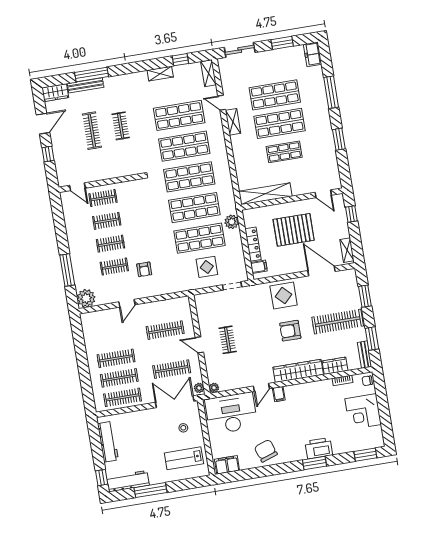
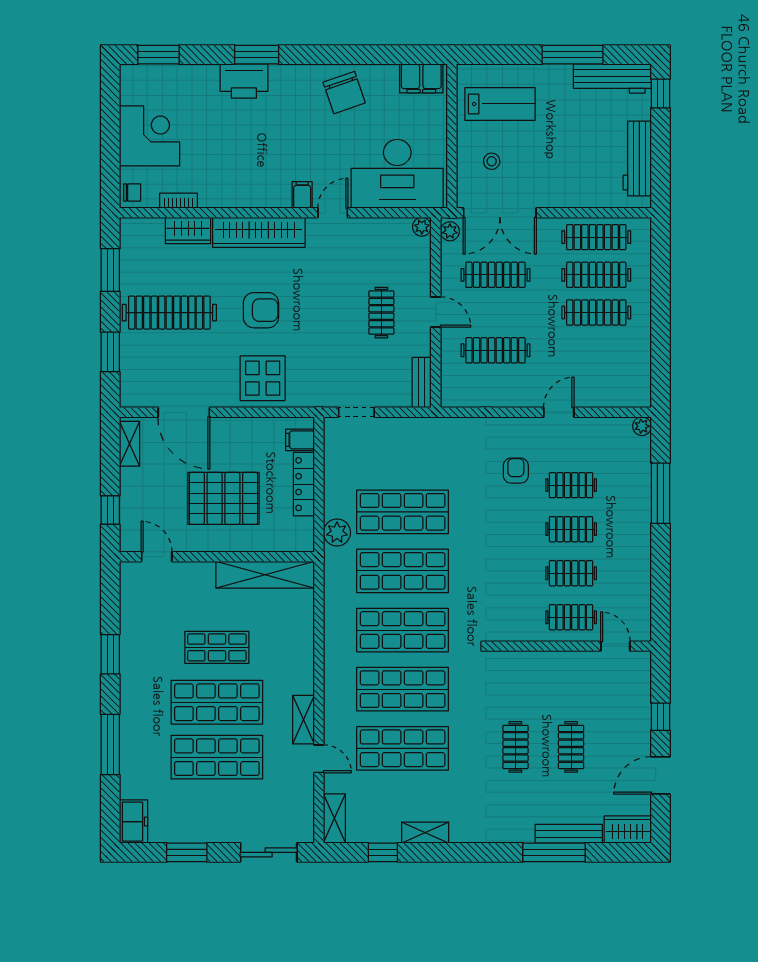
clothes rail: (92, 131) -> (571, 747), width x0.73
display table: (207, 267) -> (398, 456), removed
plant: (86, 298) -> (642, 426), width x0.53, depth x0.53
bench: (365, 354) -> (422, 383), moved

